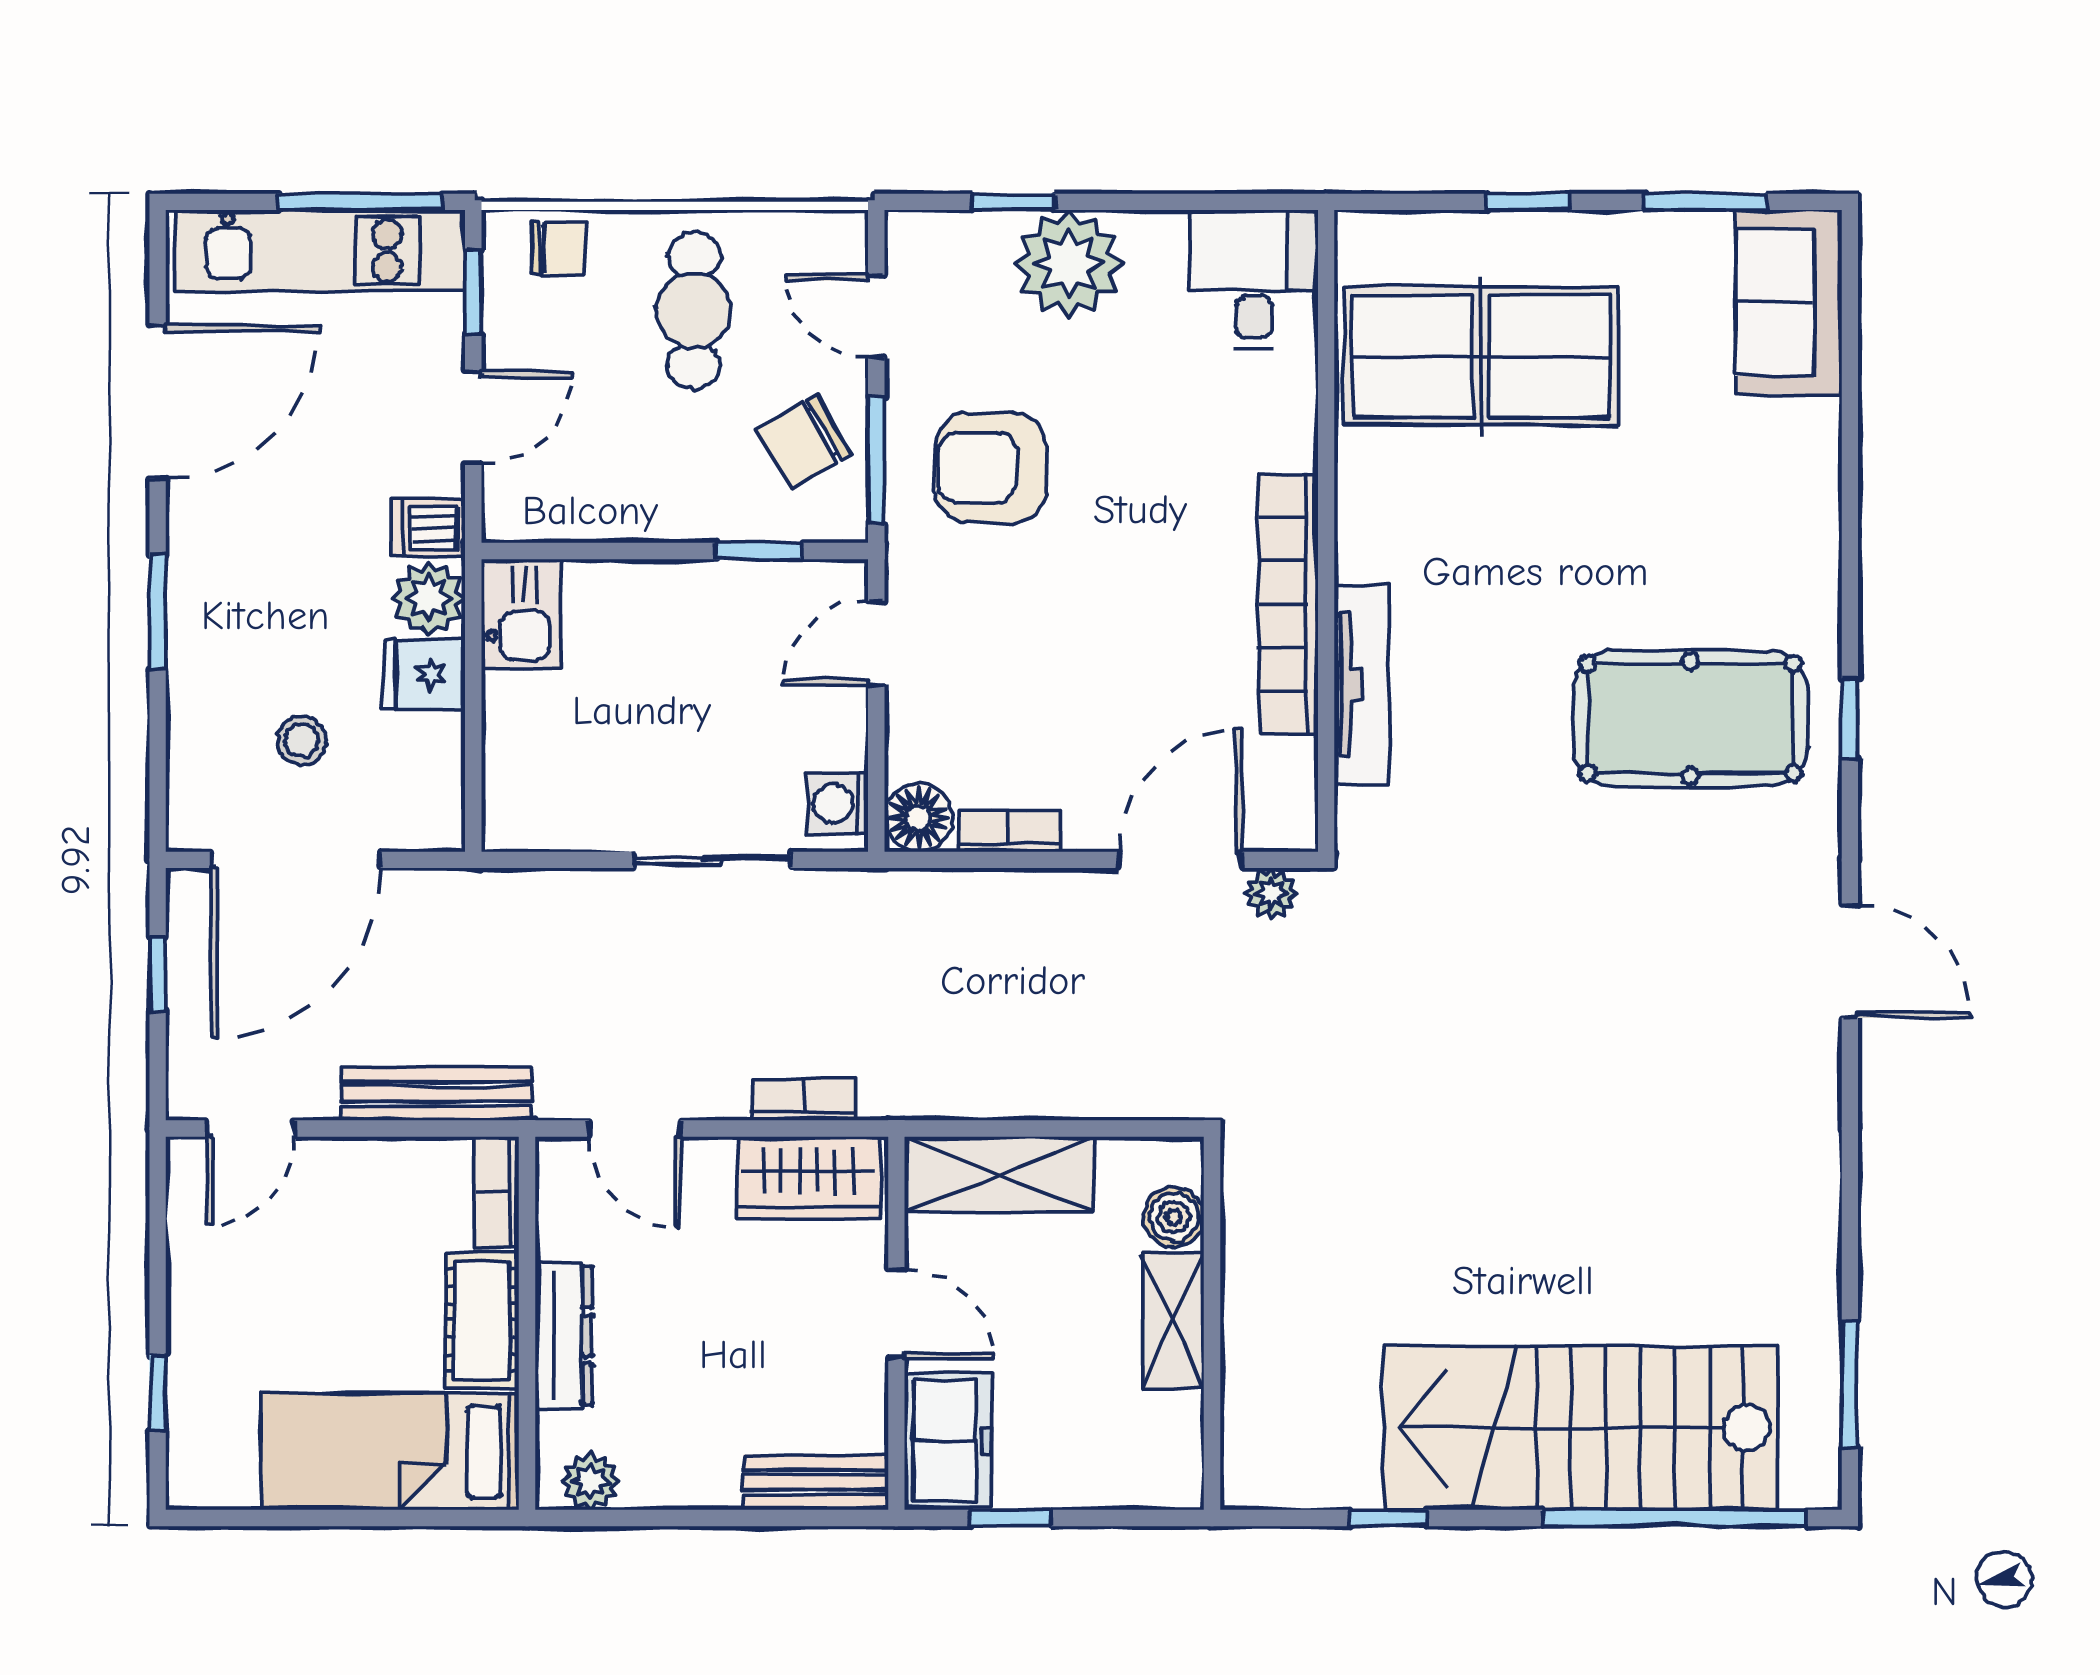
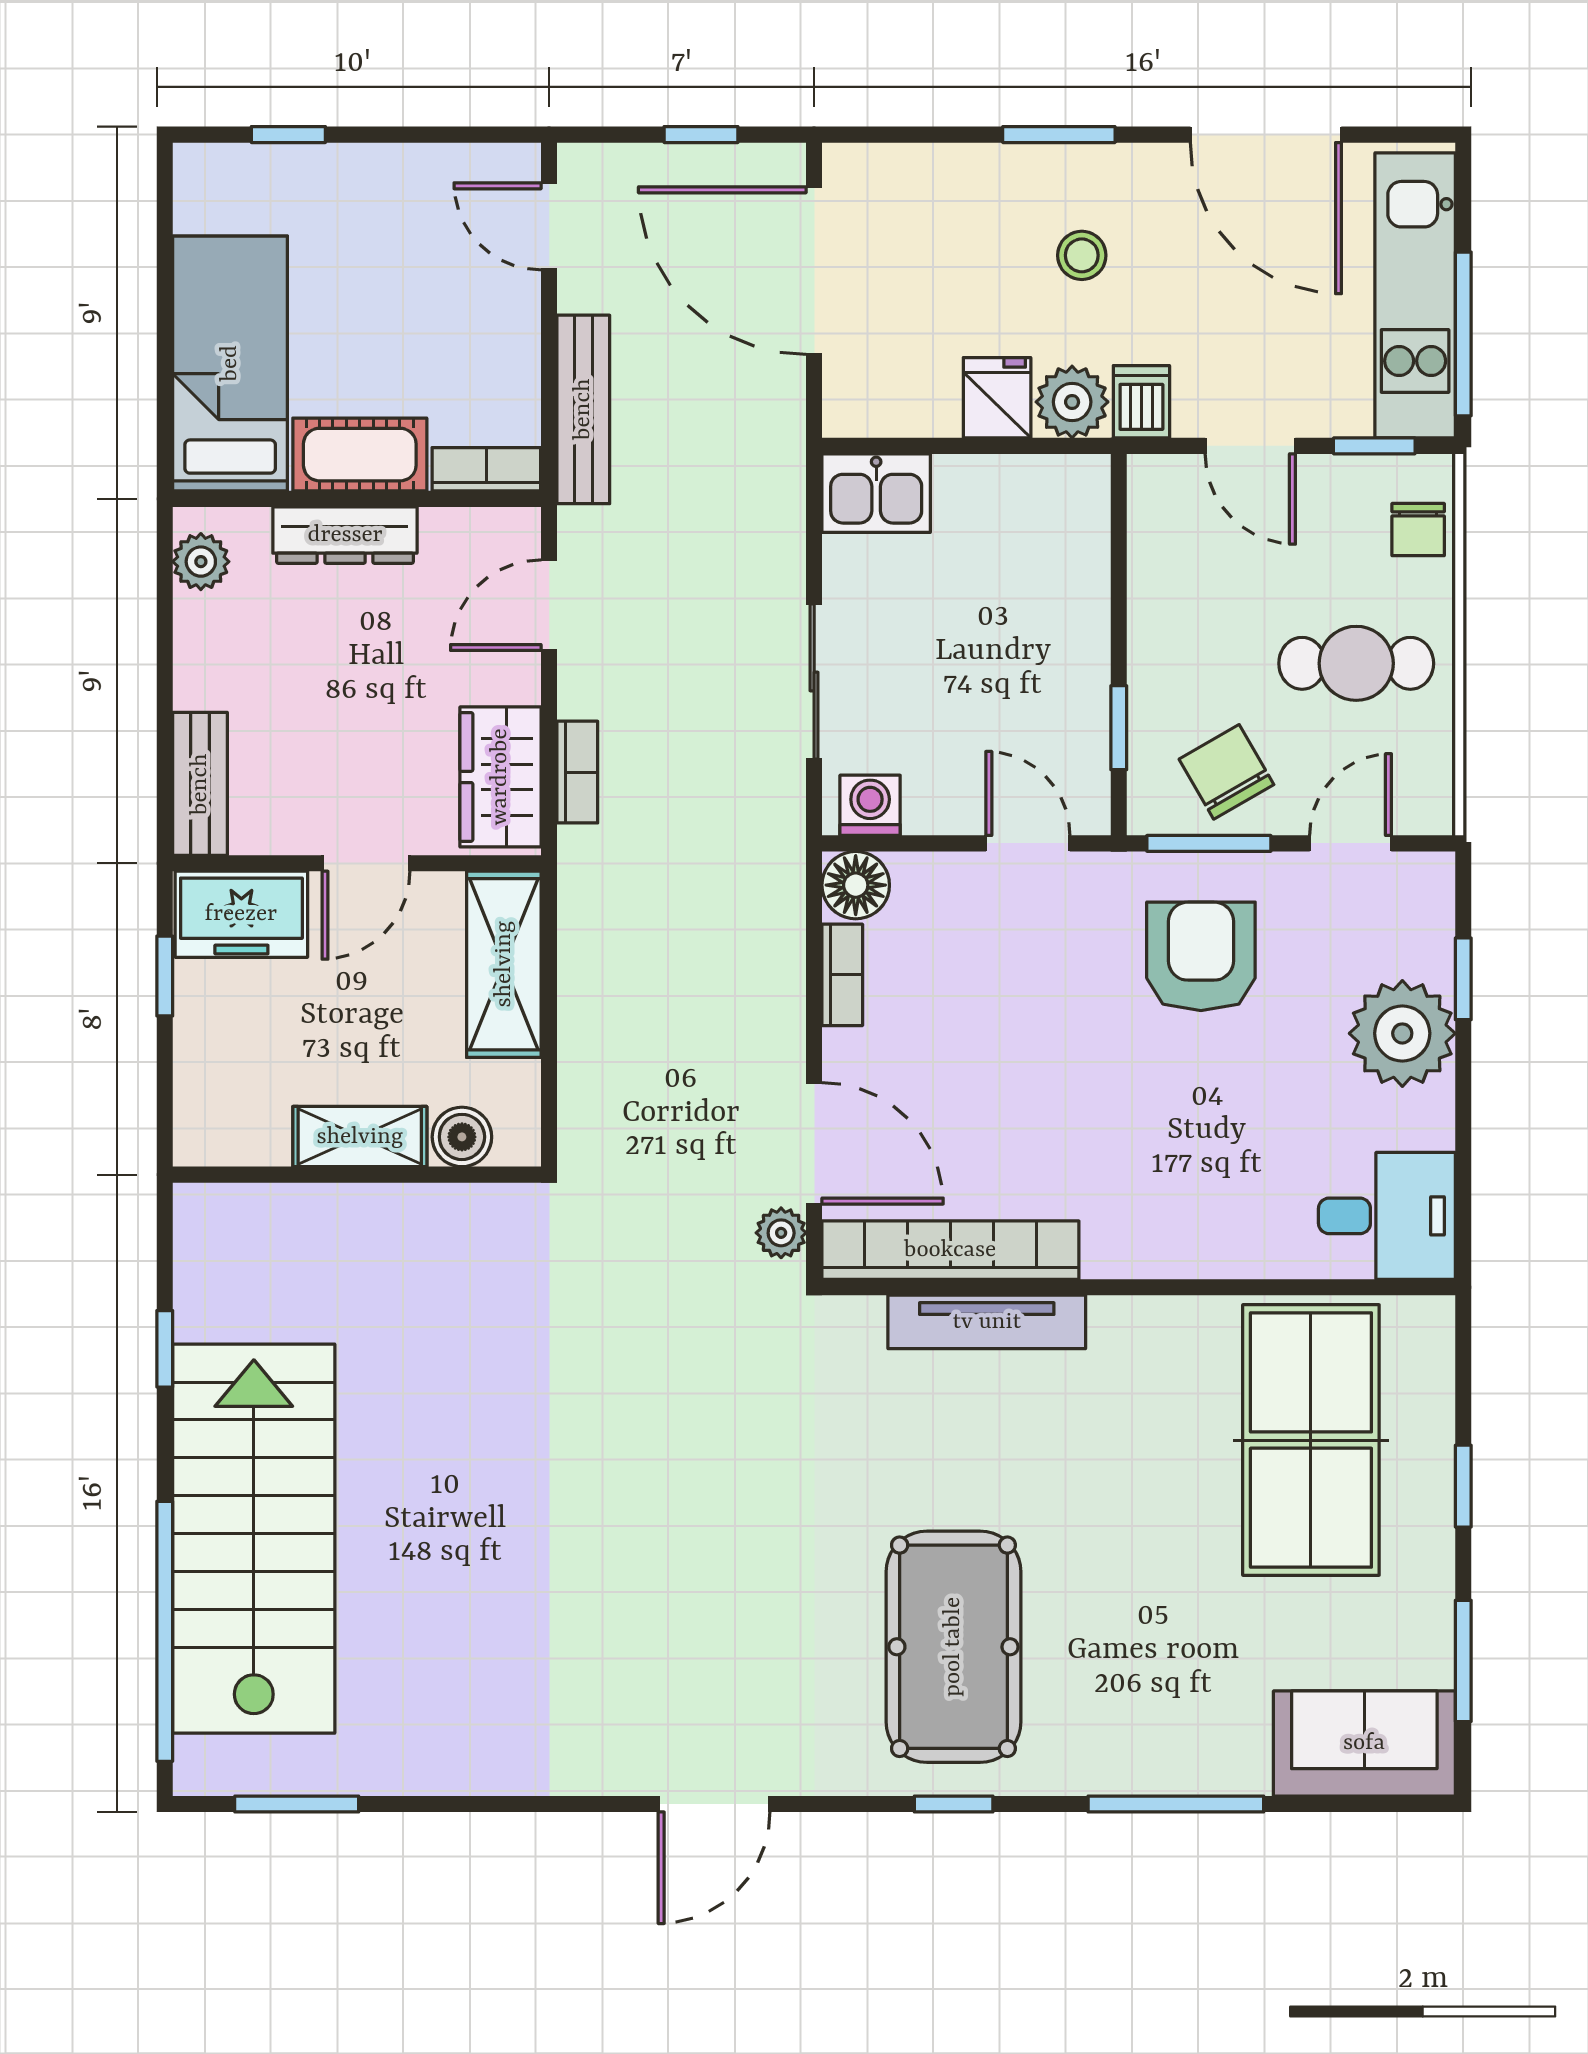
window: (1850, 493) -> (1176, 1804), added
bookcase: (1288, 604) -> (950, 1250), moved
kitchen sink: (521, 614) -> (876, 493), moved
stool: (302, 741) -> (1082, 255), moved

